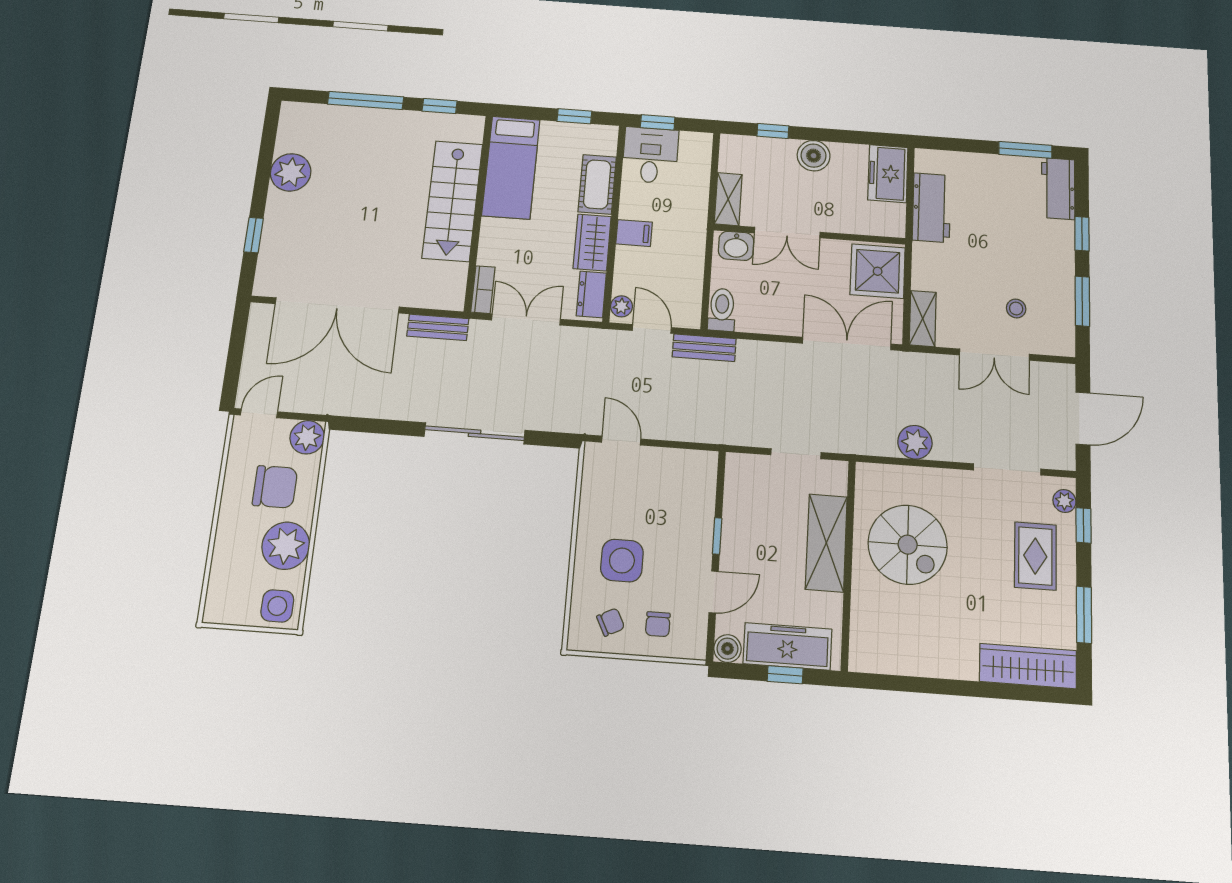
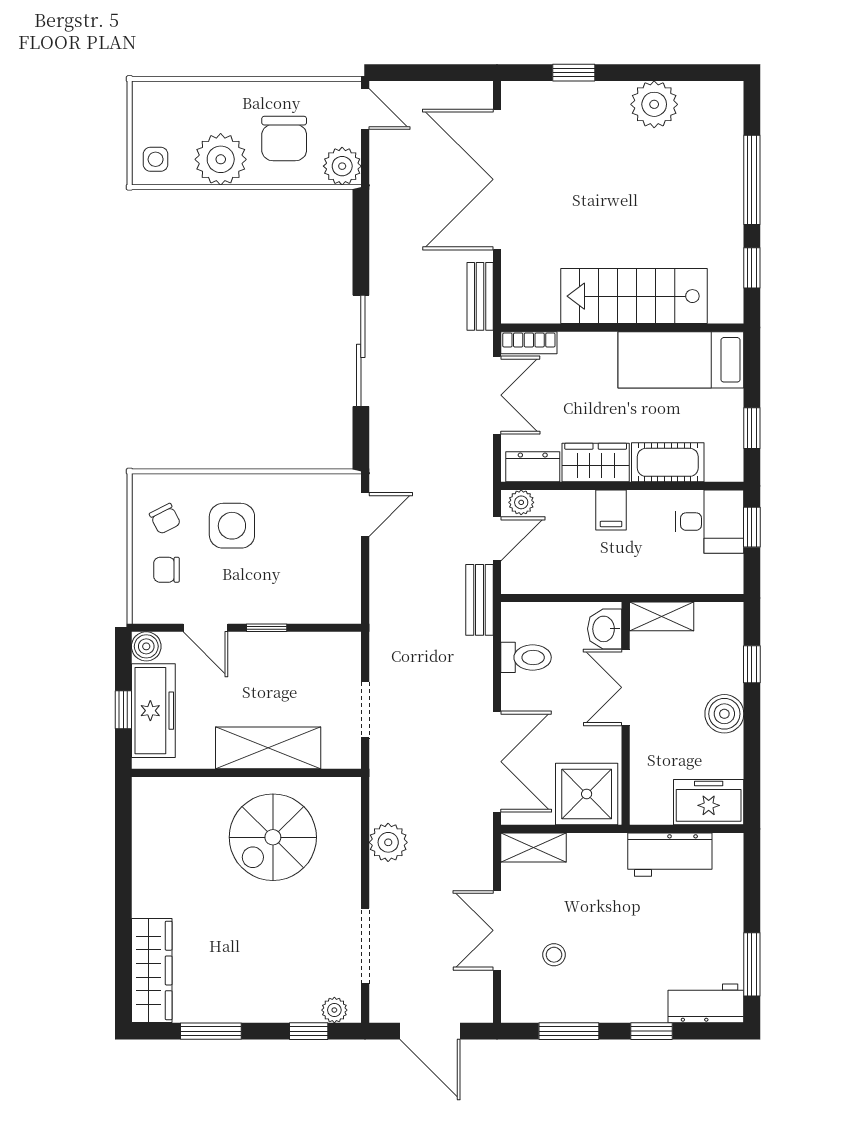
toilet: (722, 310) -> (526, 657), moved
rug: (1035, 556) -> (271, 978), removed
side table: (277, 606) -> (156, 159), width x0.73, depth x0.73

